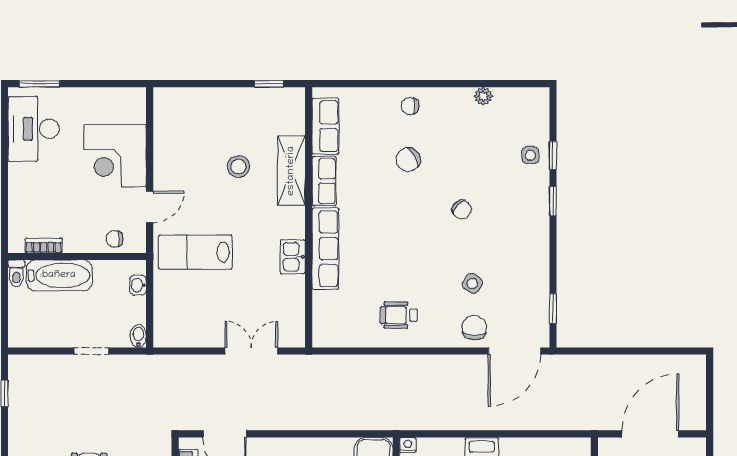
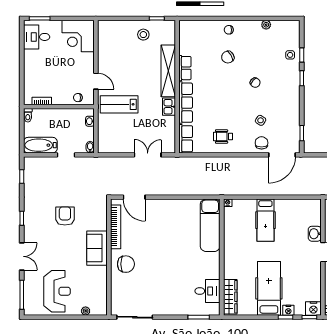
row of seats: (326, 126) -> (186, 139), moved
desk: (34, 129) -> (37, 37), width x0.73
corner desk: (115, 156) -> (78, 36), moved
stool: (238, 167) -> (143, 35), moved
shelving: (291, 171) -> (168, 71), width x1.47
door: (150, 207) -> (96, 81), hinge flipped
bathtub: (59, 275) -> (40, 145), moved, turned 180

